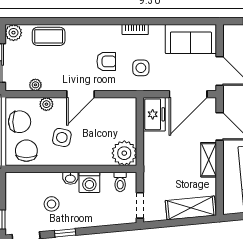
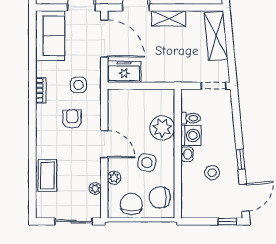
plant: (13, 33) -> (44, 210), removed
plant: (124, 153) -> (162, 128), moved
toilet: (120, 182) -> (191, 118), moved

